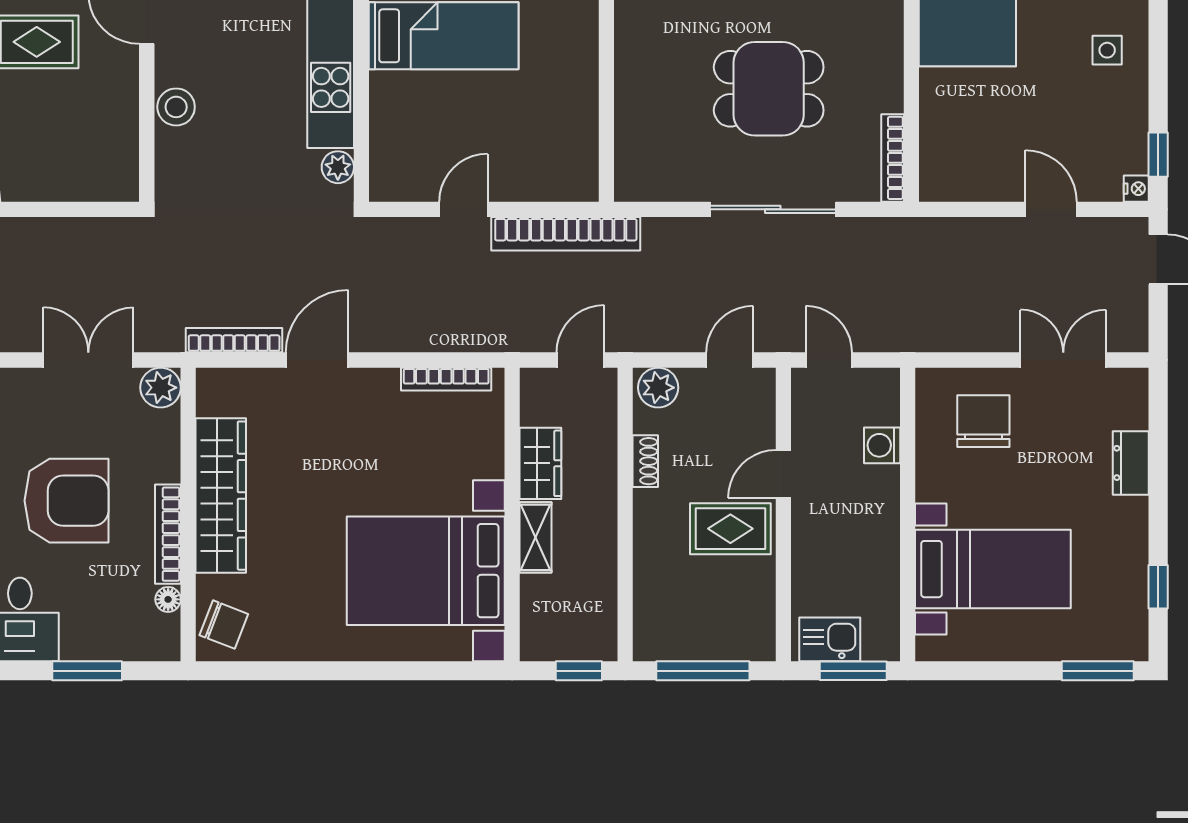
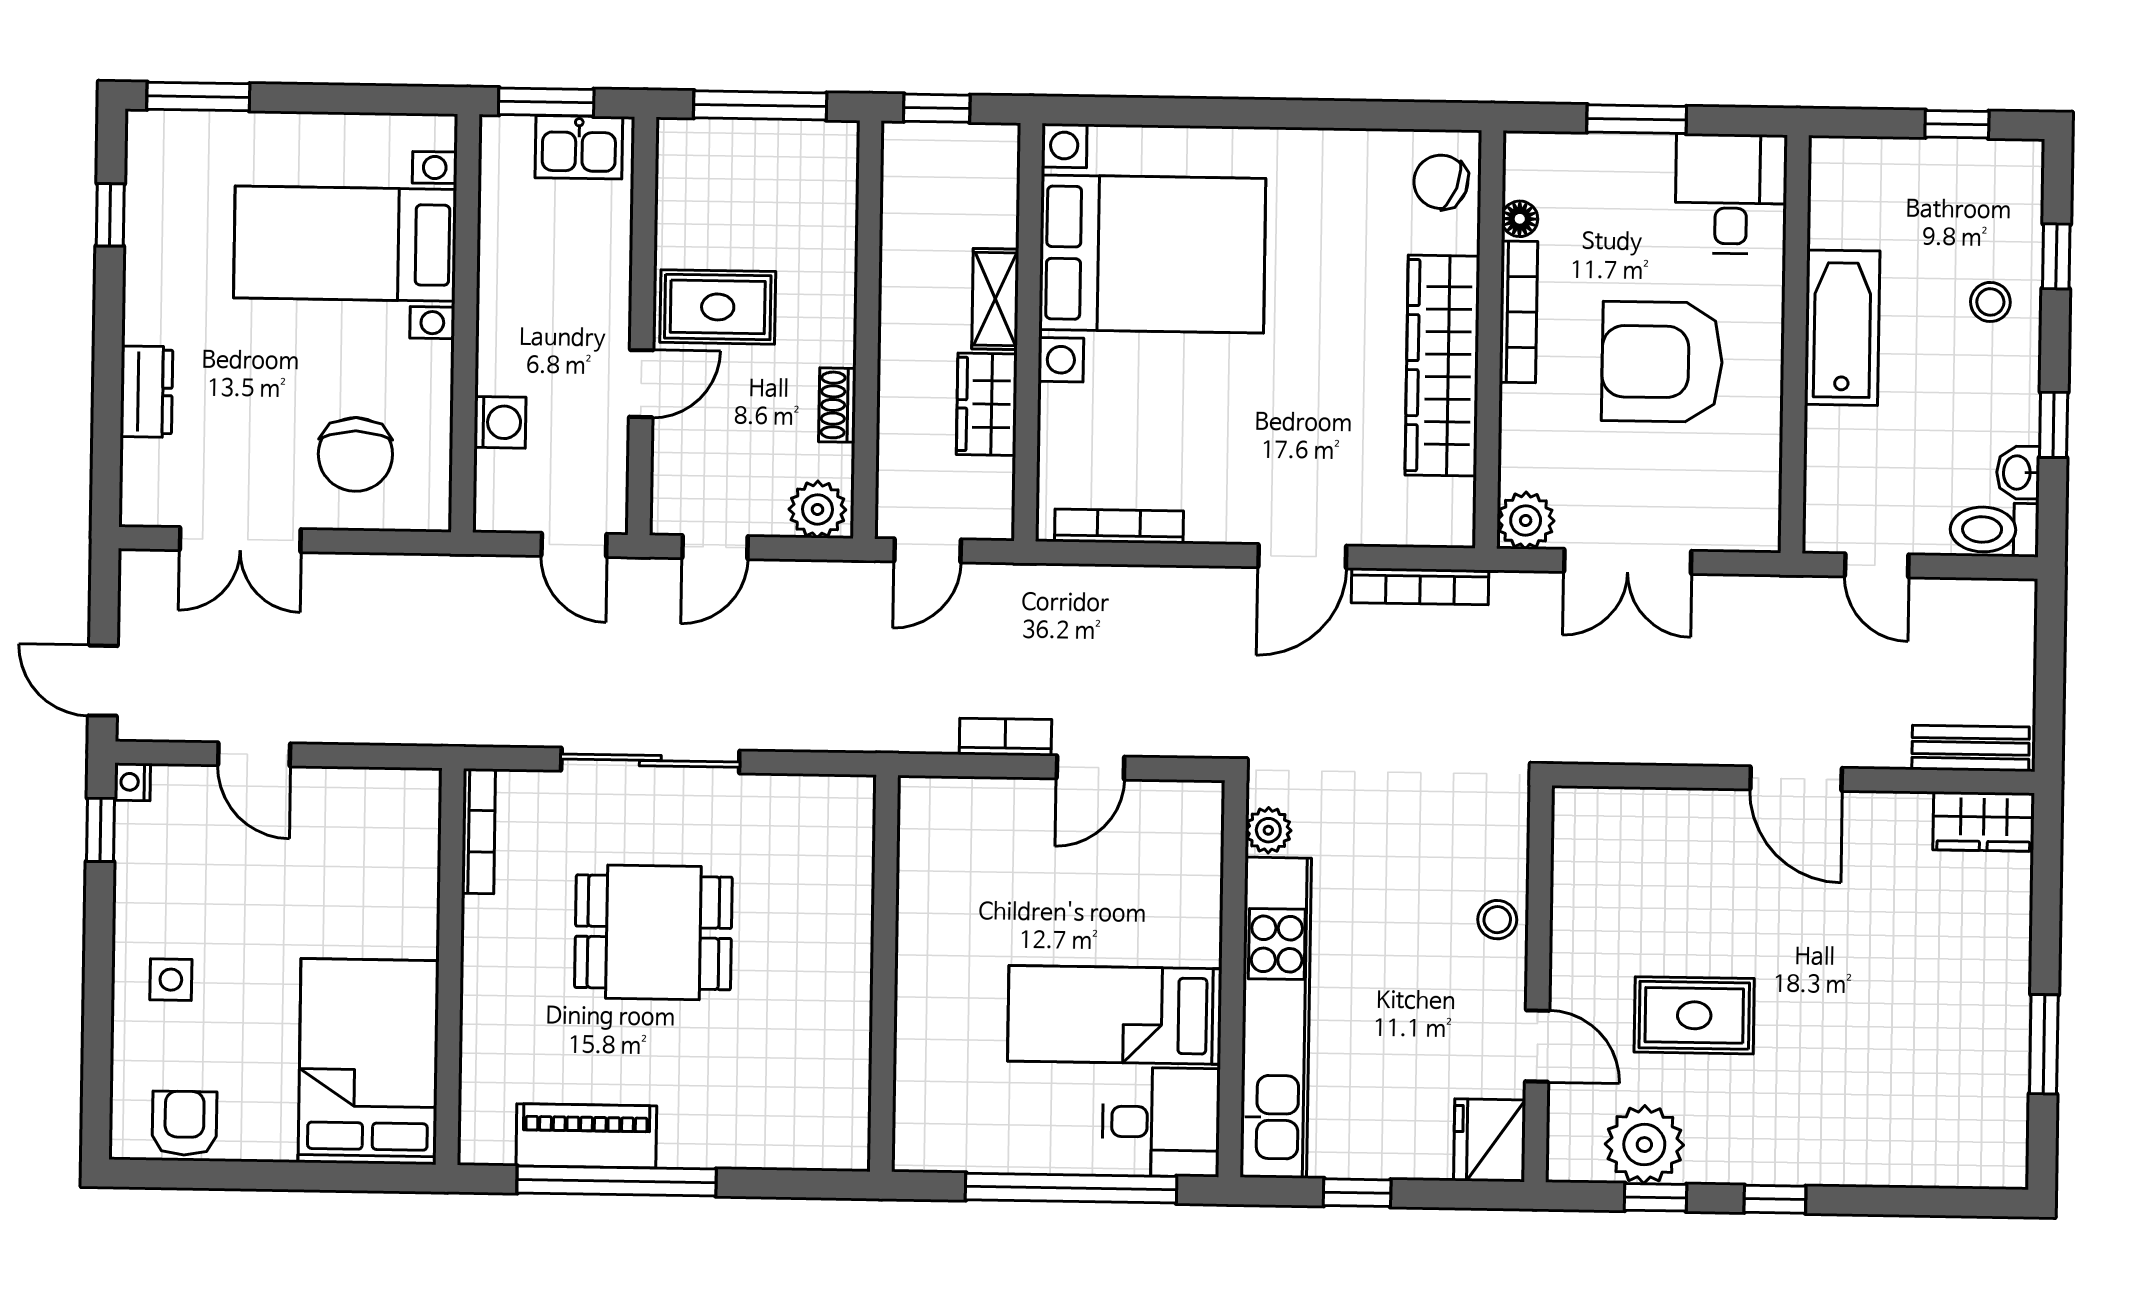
stool: (176, 107) -> (1497, 920), width x0.73, depth x0.73
bookcase: (566, 234) -> (1005, 737), width x0.43, depth x0.76

